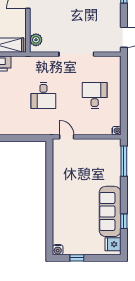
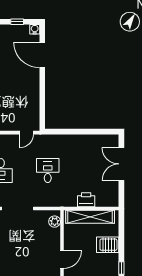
door: (67, 137) -> (27, 133), hinge flipped
door: (49, 222) -> (42, 55), added

